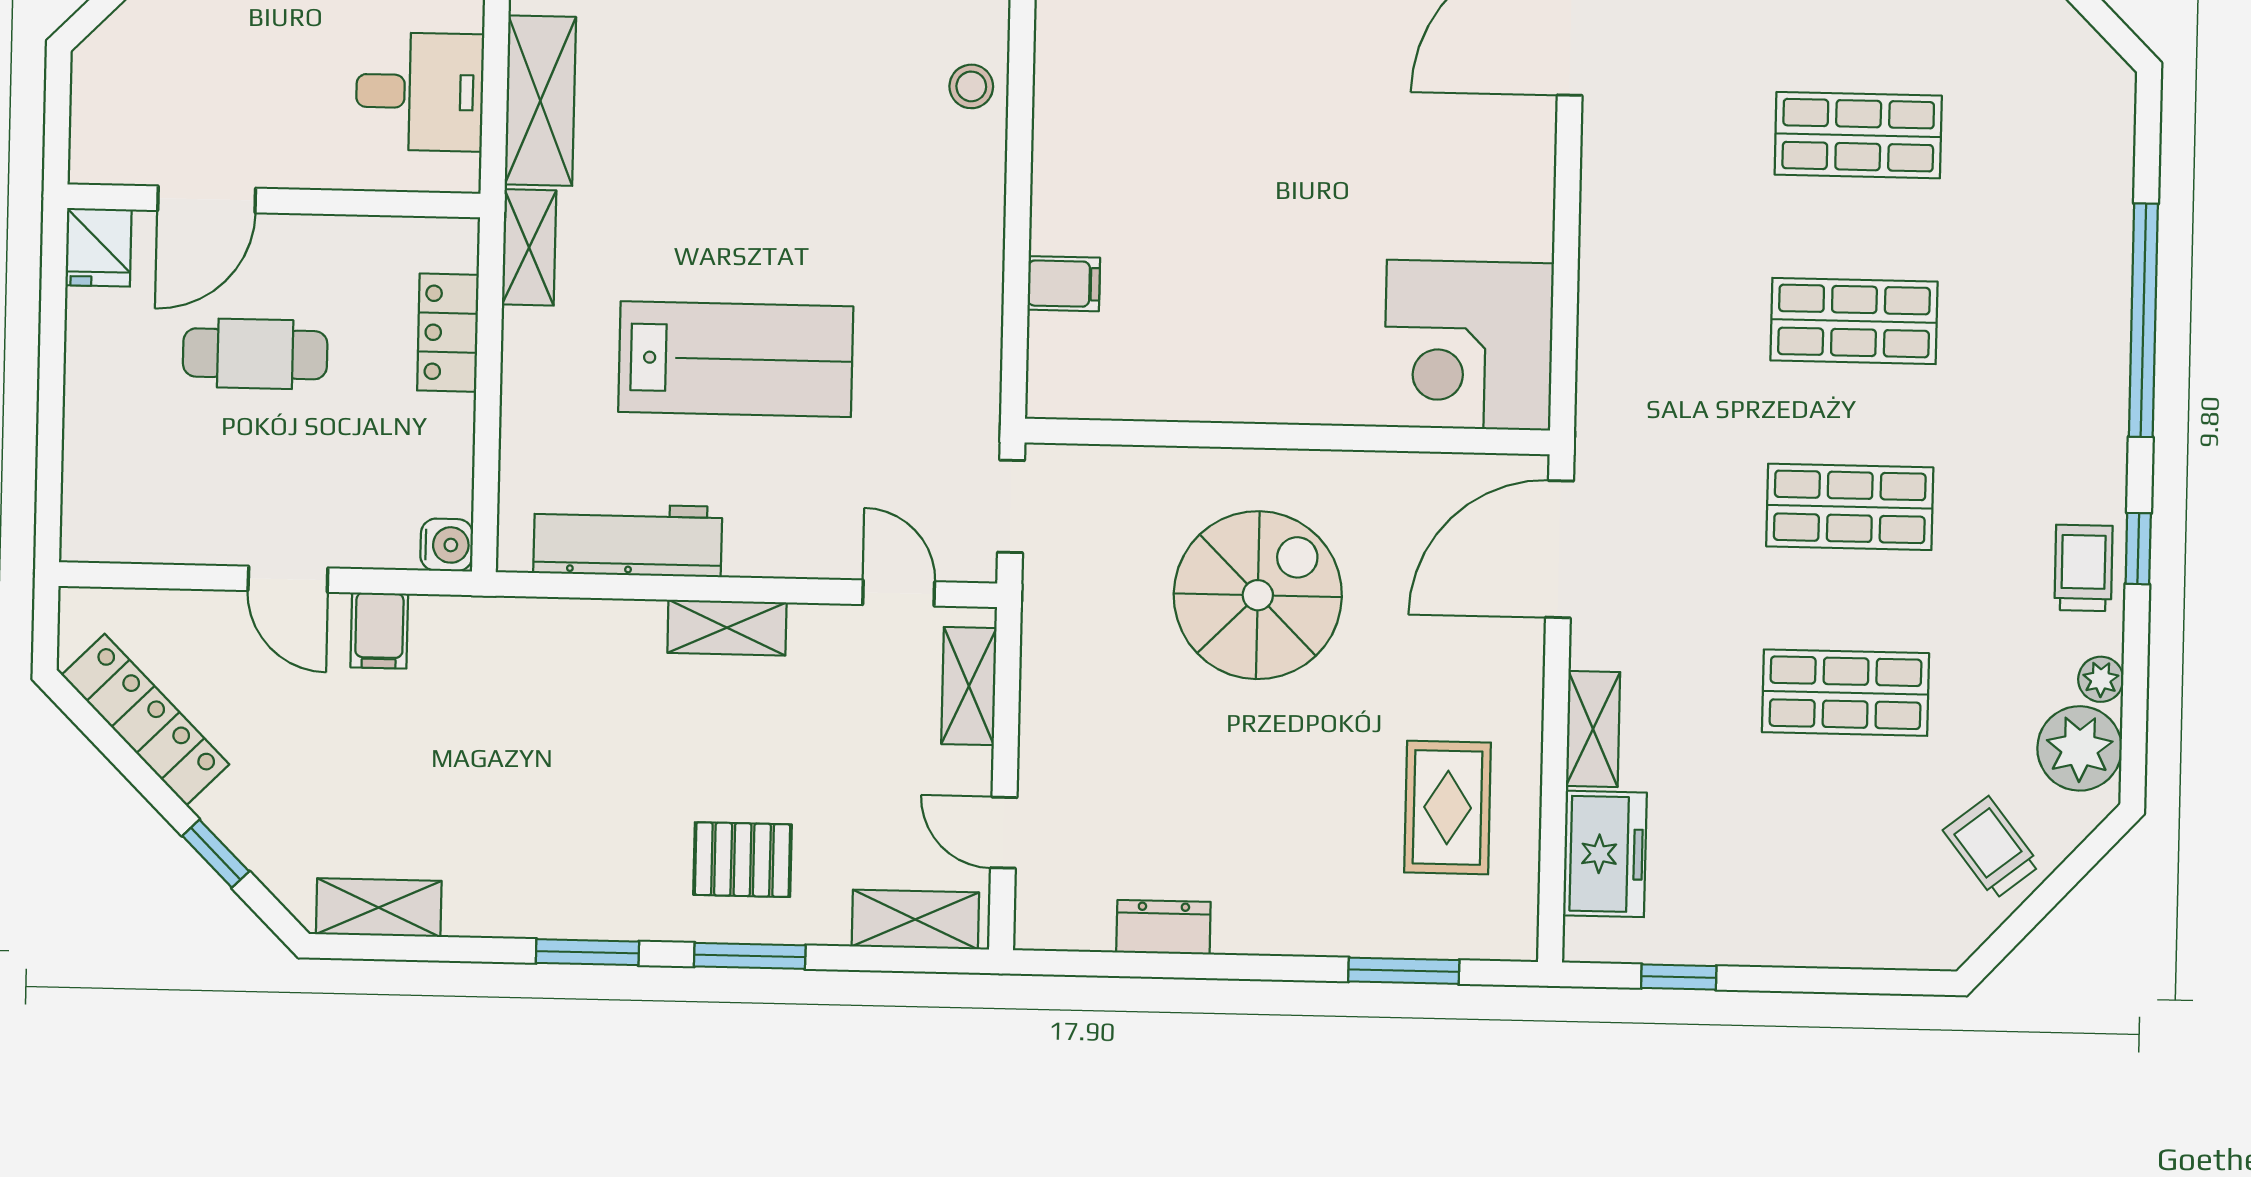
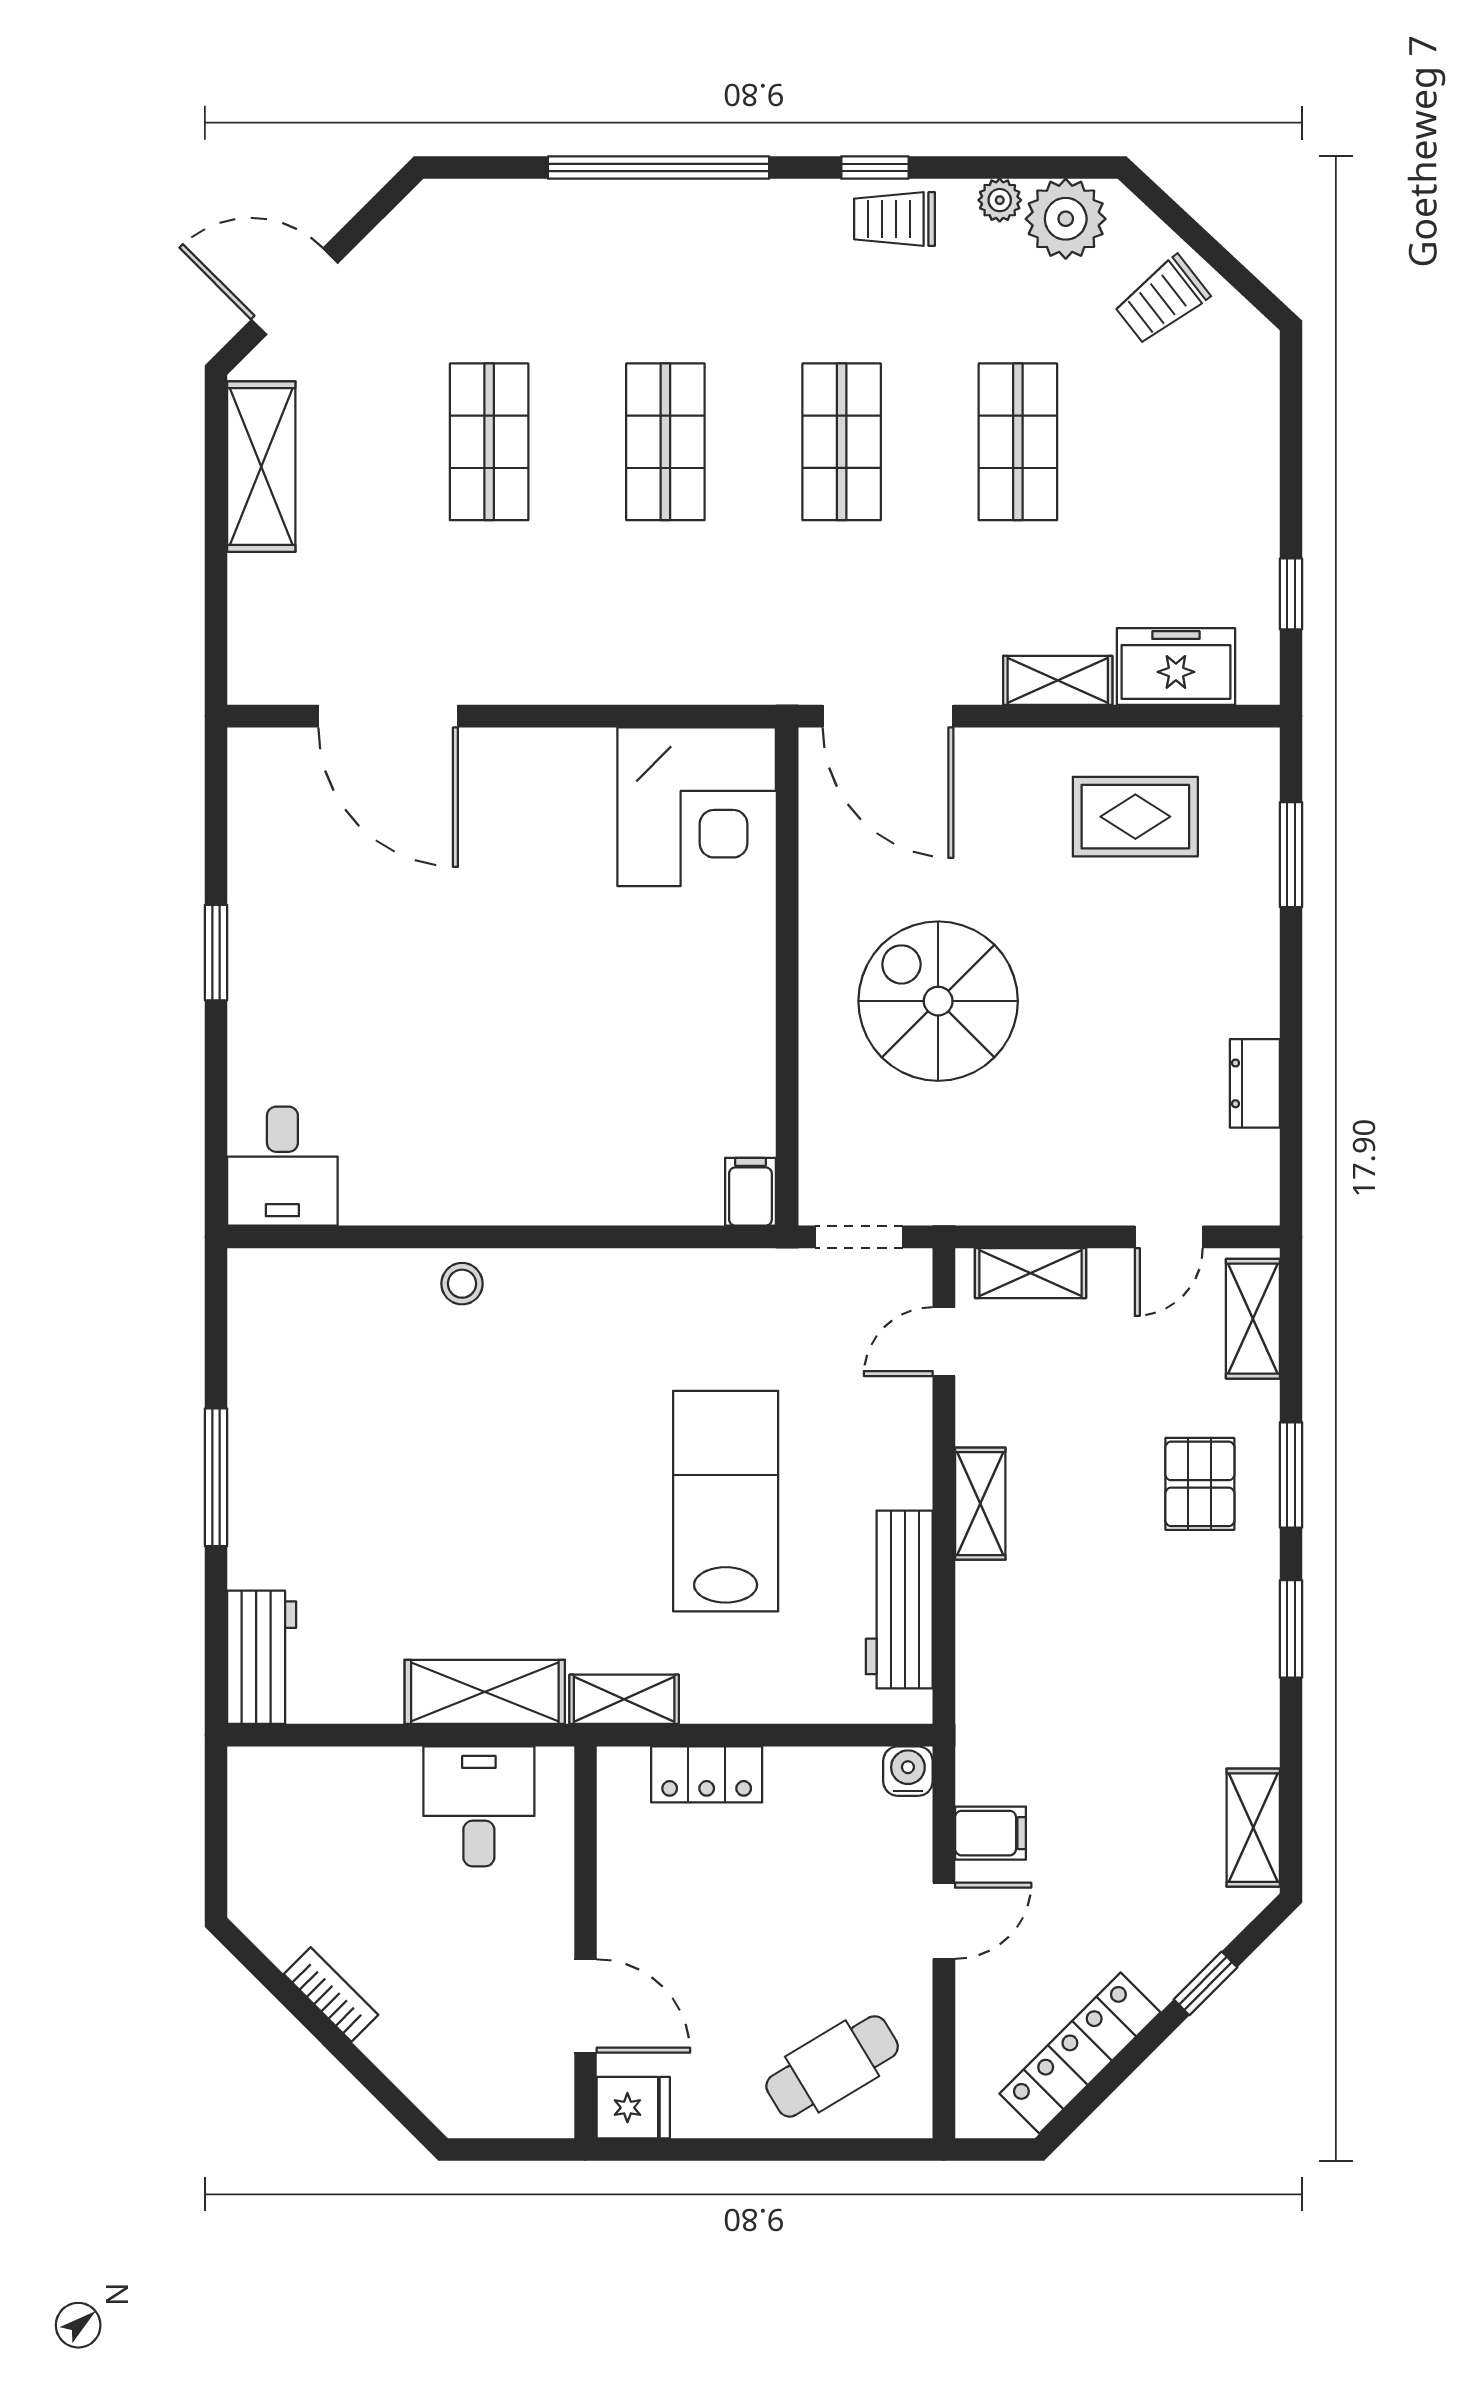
filing cabinet: (1064, 284) -> (750, 1192), moved
cafe table: (255, 354) -> (832, 2066), moved, turned 59

